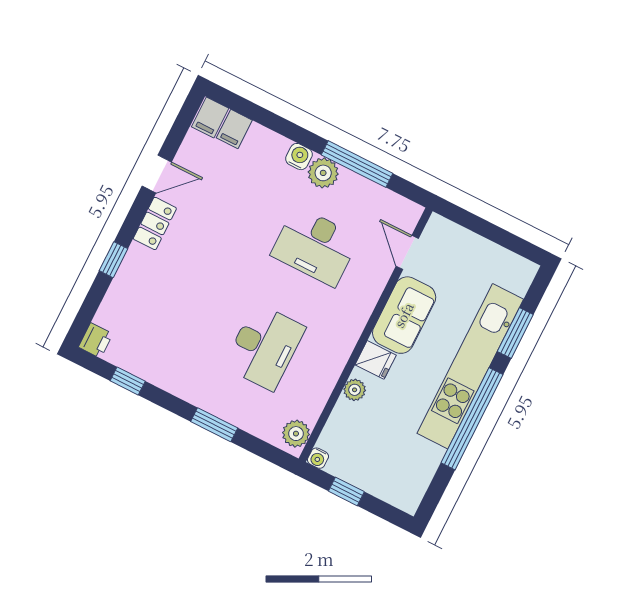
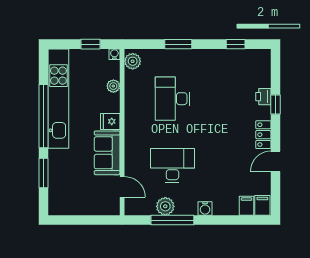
plant: (323, 173) -> (165, 206), moved
printer: (96, 340) -> (263, 97), moved
kitchen unit: (470, 366) -> (58, 99), moved
plant: (355, 390) -> (113, 86), moved

